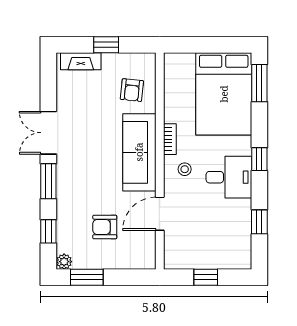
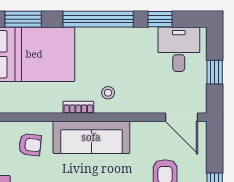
window: (259, 159) -> (98, 19), width x3.17
desk: (229, 177) -> (179, 49), moved
door: (160, 214) -> (181, 117), moved

